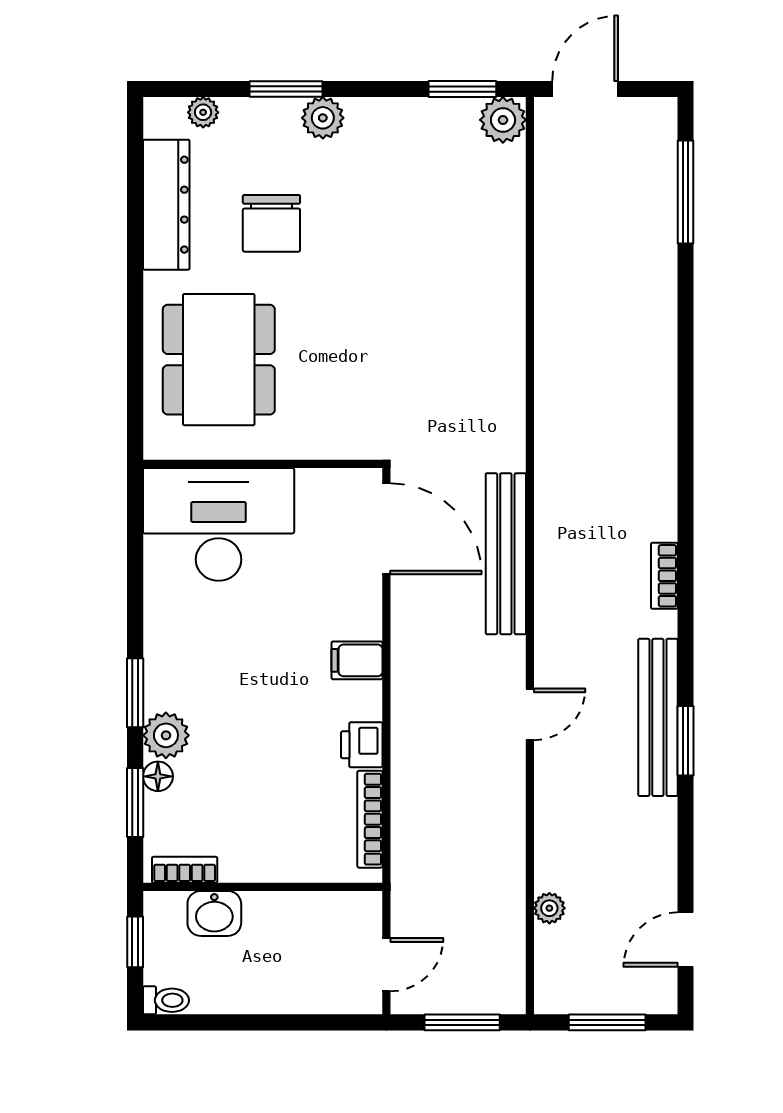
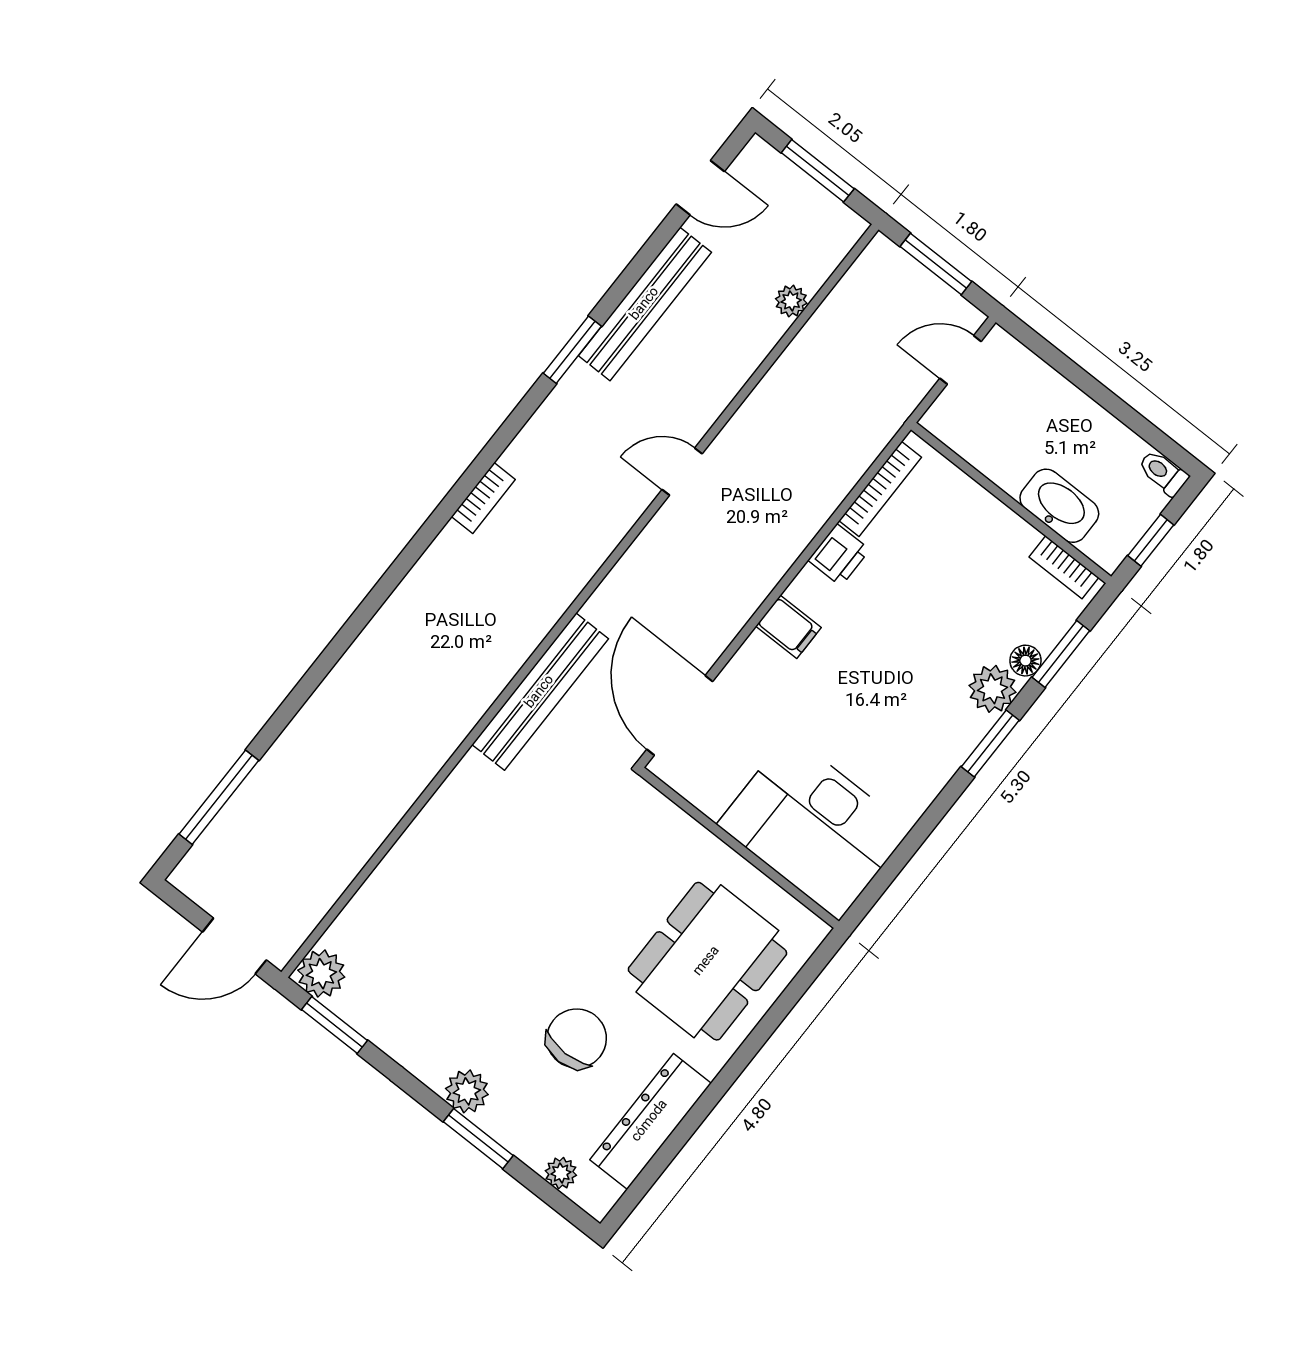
bench: (506, 554) -> (540, 692), moved
bench: (658, 717) -> (645, 304), moved
washbasin: (214, 913) -> (1059, 506), width x1.38

